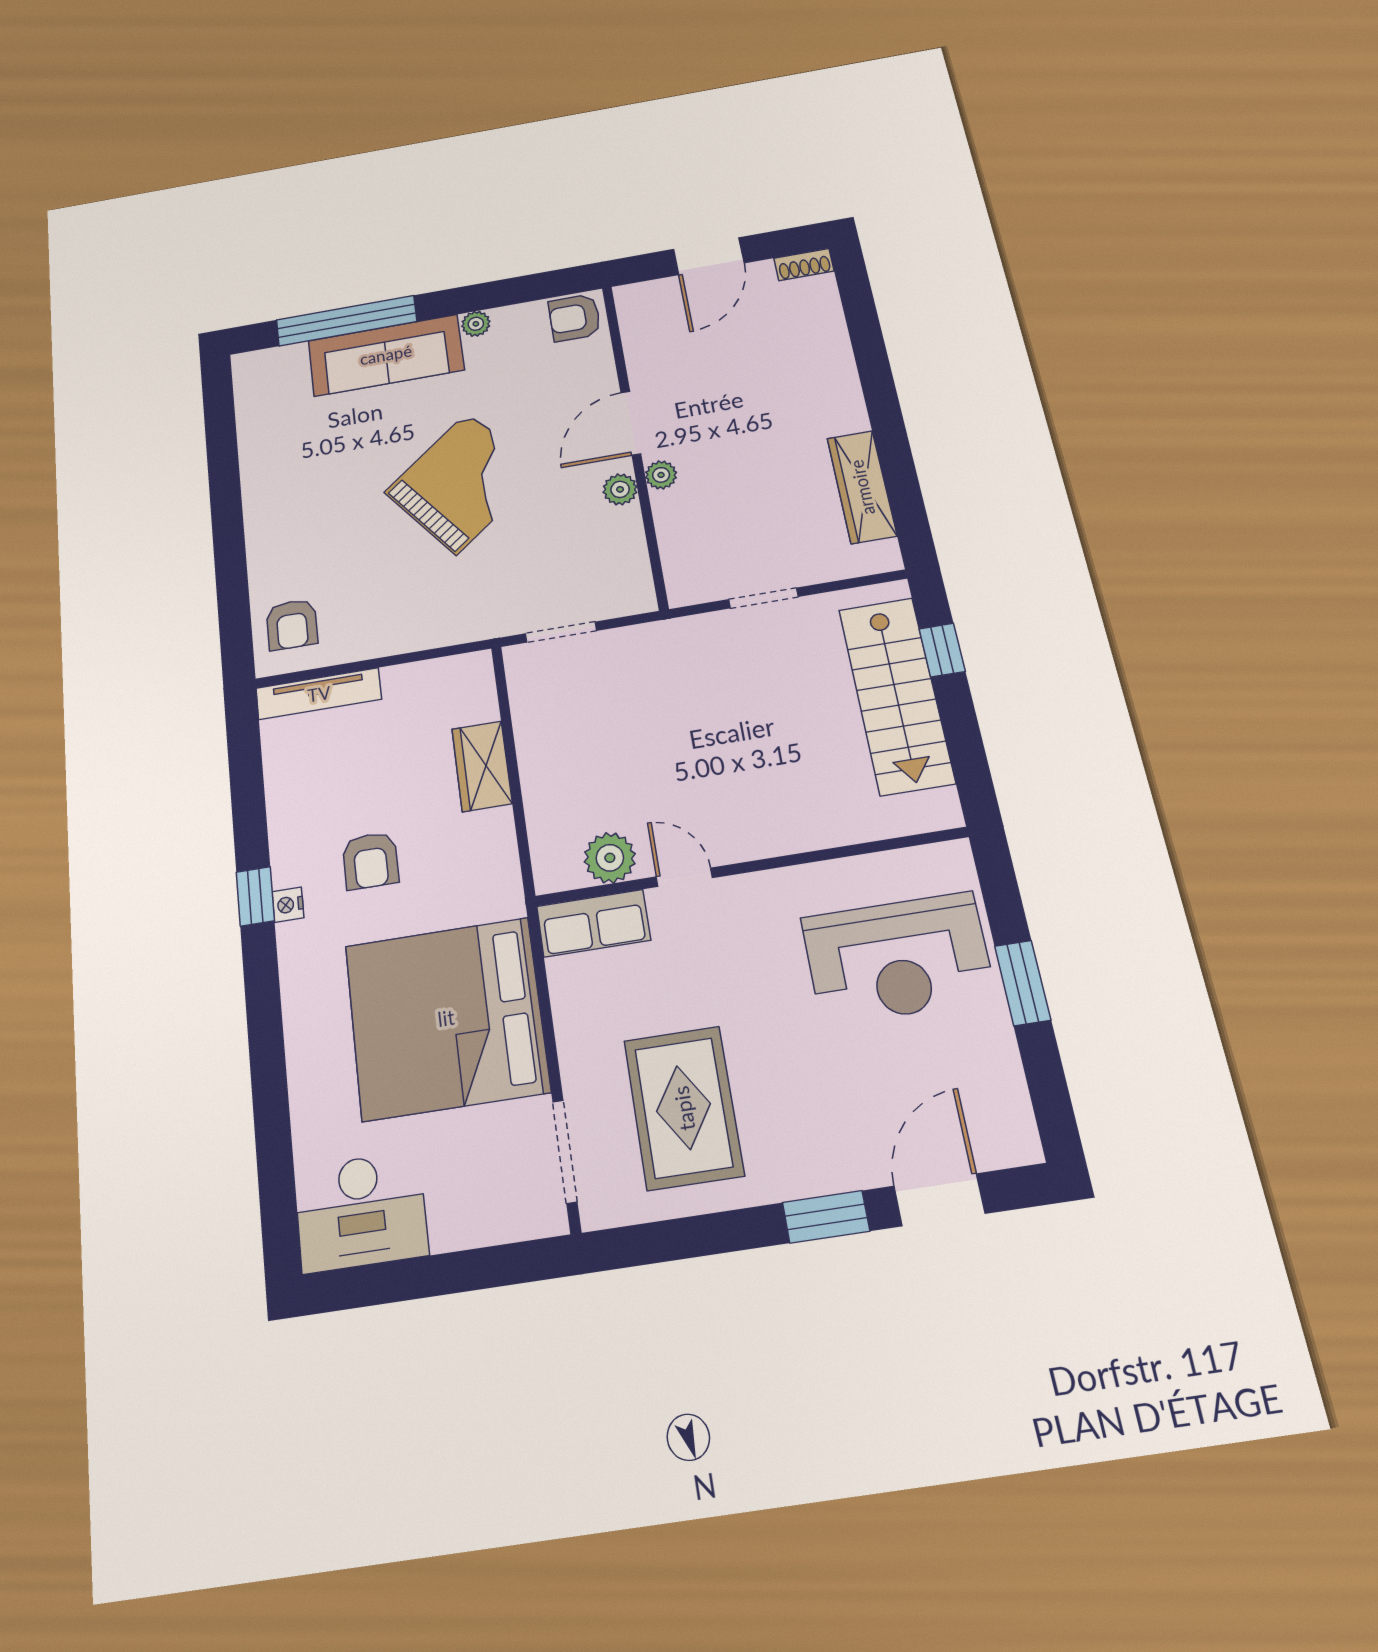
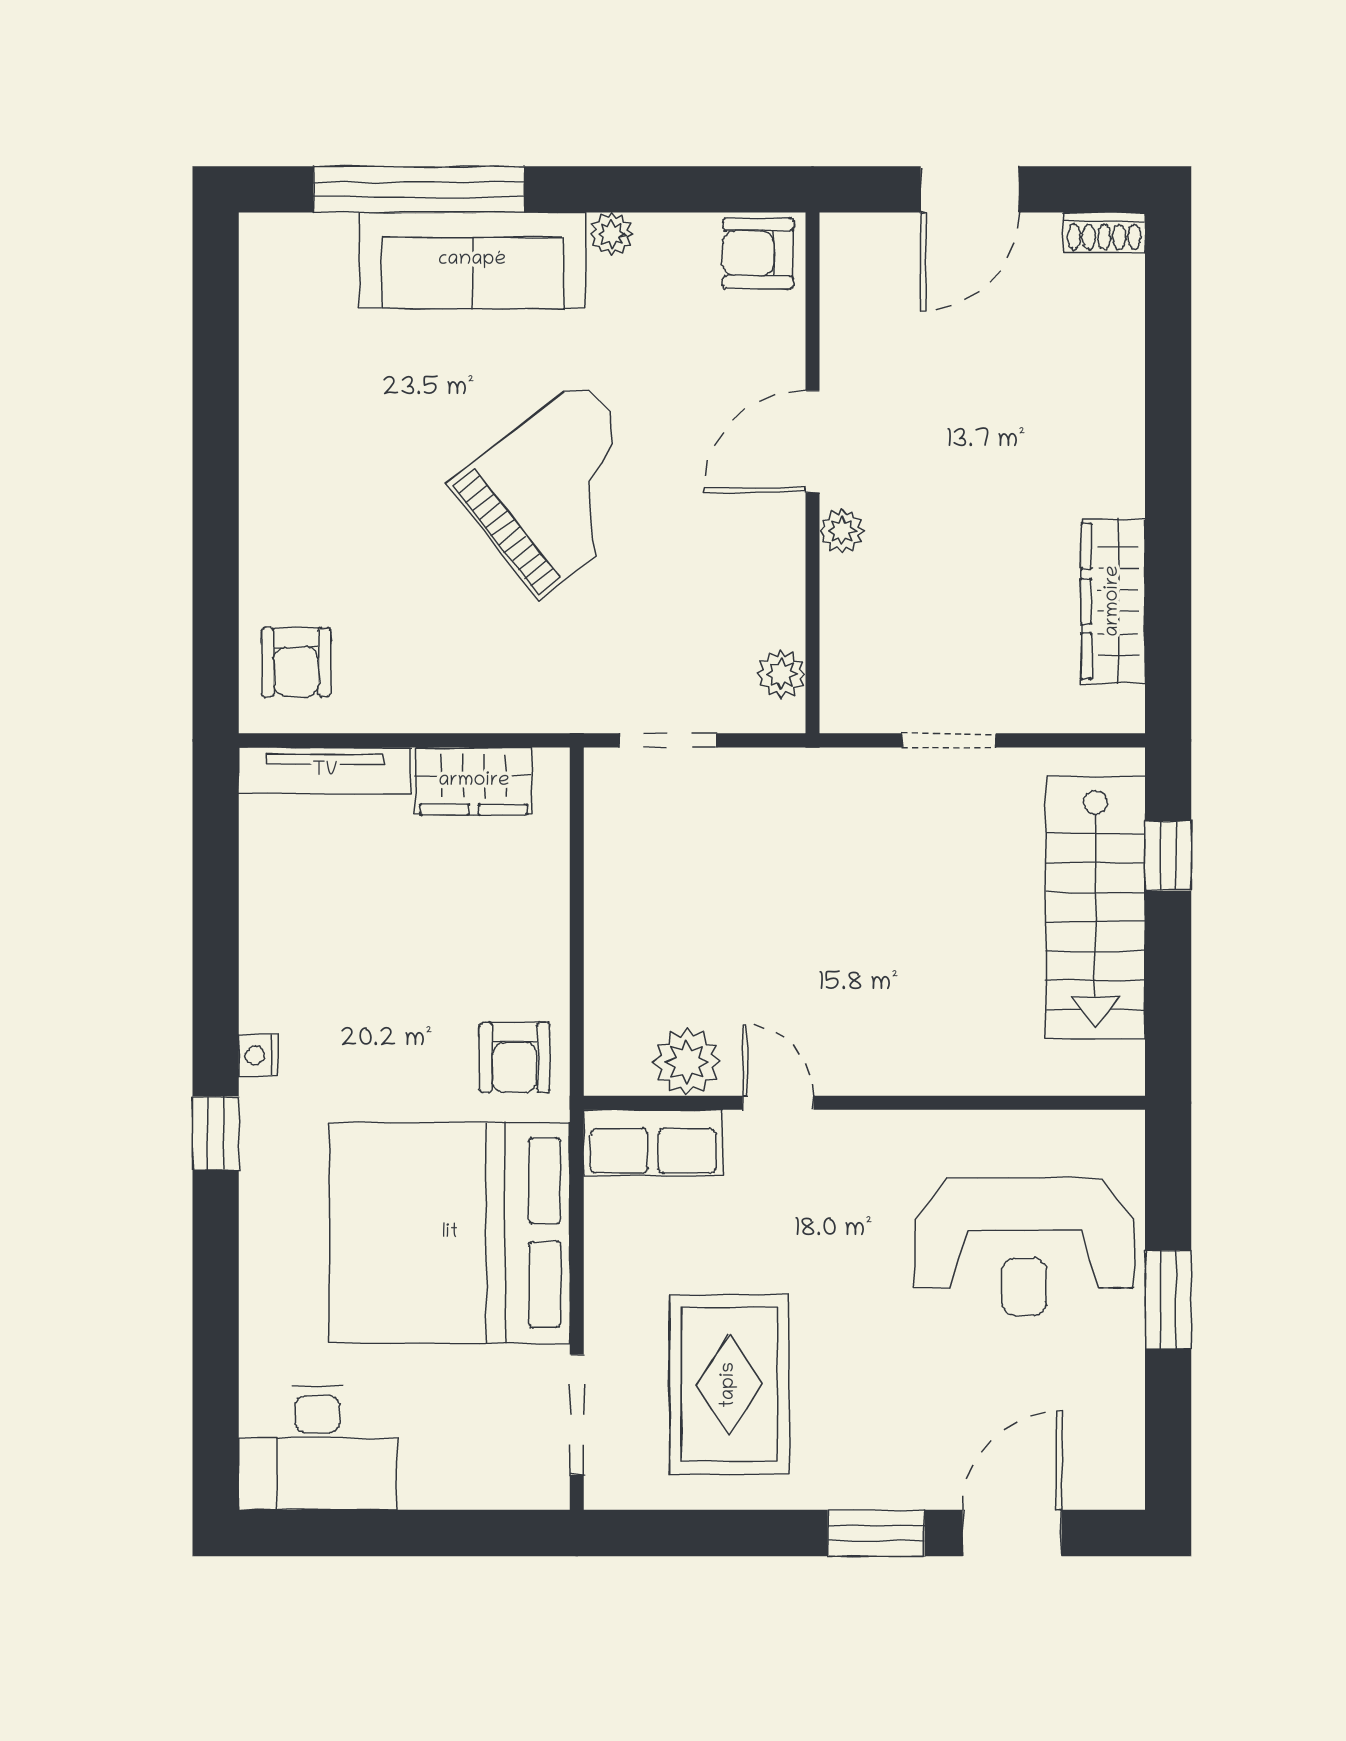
plant: (620, 489) -> (781, 674), moved
wardrobe: (482, 766) -> (474, 781), moved, turned -90
armchair: (370, 861) -> (515, 1057), moved
window: (255, 896) -> (216, 1133), moved

